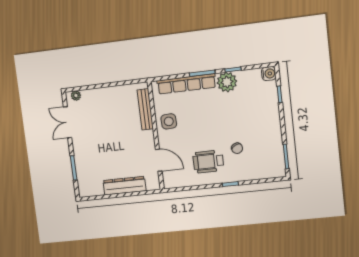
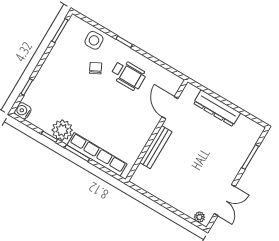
bench: (145, 109) -> (156, 147), moved
side table: (169, 121) -> (94, 40), moved

